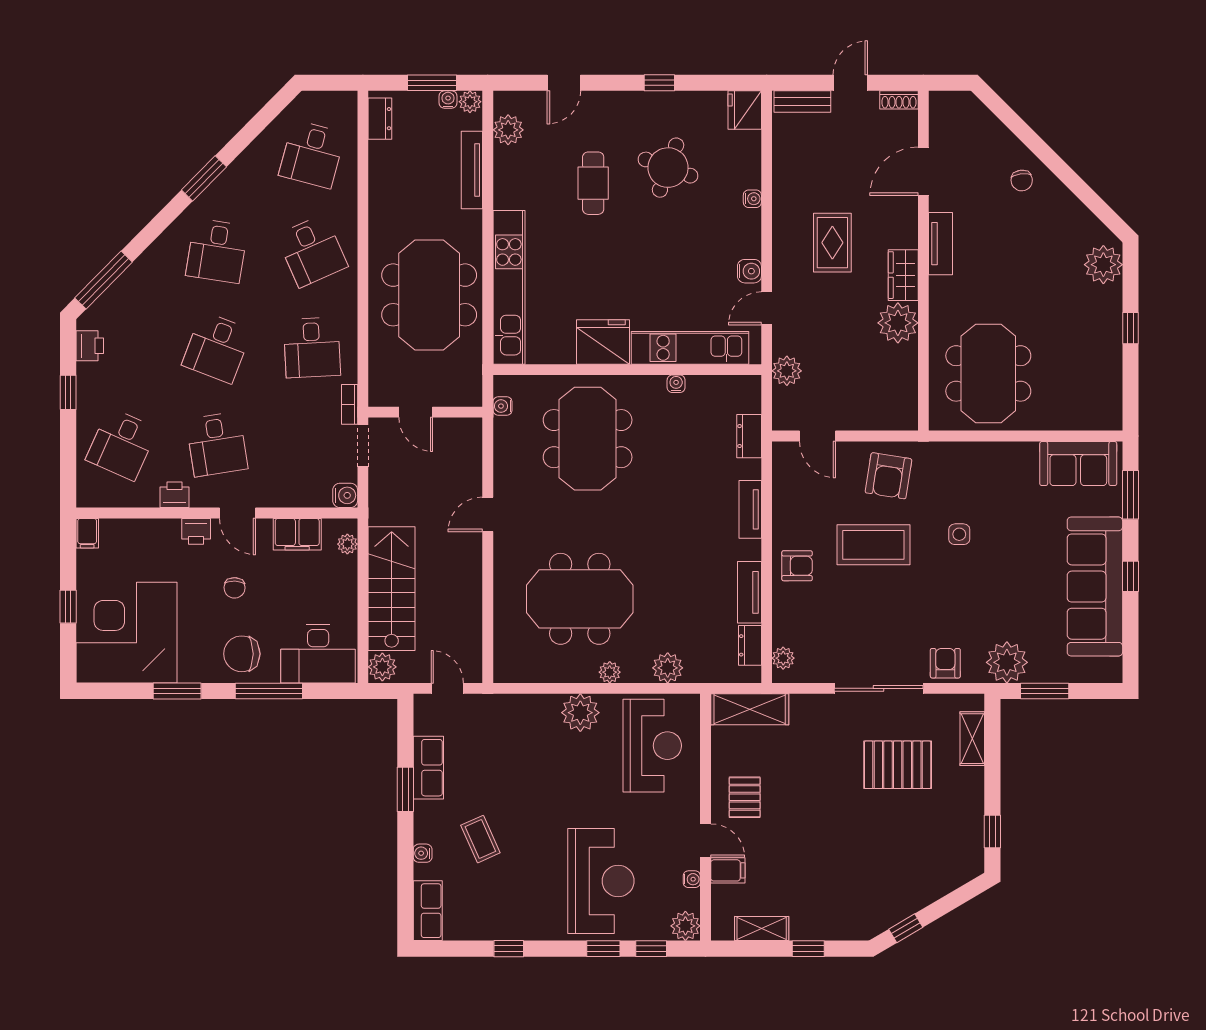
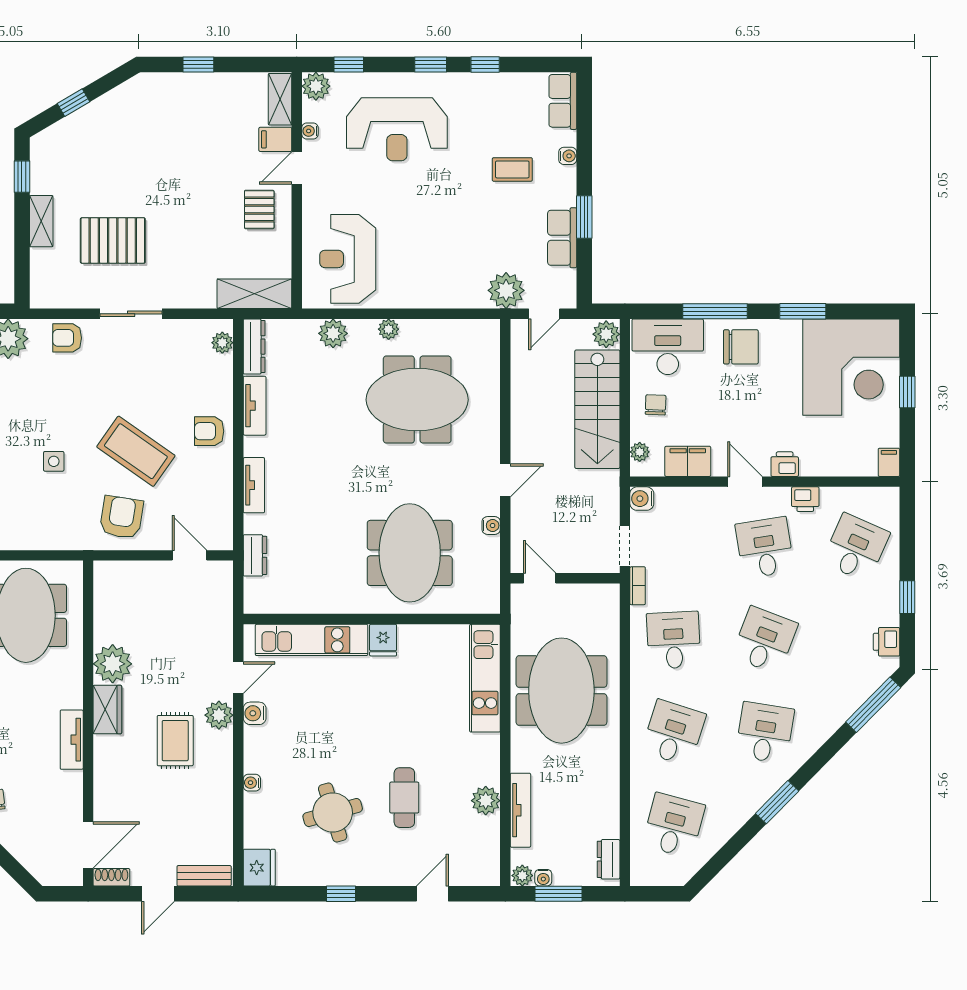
plant: (508, 130) -> (486, 801), moved
round table: (668, 168) -> (333, 812), turned -36
door: (923, 171) -> (88, 845), moved
desk: (312, 251) -> (674, 733), turned 42
kitchen unit: (509, 287) -> (485, 678), width x0.73
fridge: (603, 342) -> (383, 640), width x0.53, depth x0.75
plant: (787, 371) -> (219, 715), moved
water cooler: (676, 384) -> (325, 605), removed
water cooler: (502, 406) -> (491, 526), moved
door: (416, 412) -> (540, 578), moved
coffee table: (873, 545) -> (136, 451), turned 35
chair: (235, 588) -> (656, 405), moved
dresser: (750, 645) -> (254, 347), width x1.44
armchair: (945, 663) -> (67, 338), turned 90
door: (447, 688) -> (544, 314), hinge flipped
sliding door: (879, 688) -> (131, 314), width x0.73
plant: (580, 713) -> (506, 290), moved
shelving: (972, 739) -> (41, 221), moved
coffee table: (480, 839) -> (512, 169), turned -66
door: (706, 841) -> (297, 168), hinge flipped
reception desk: (601, 881) -> (397, 129), turned -90
window: (906, 928) -> (73, 103), moved
shelving: (762, 929) -> (280, 99), moved, turned 90
window: (603, 949) -> (431, 64), moved

